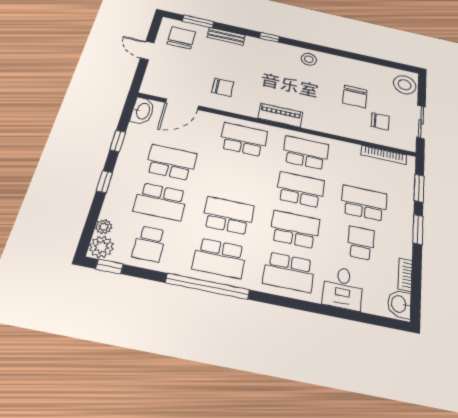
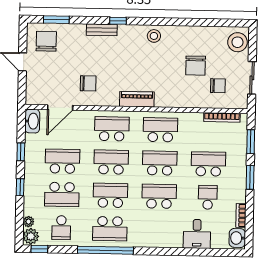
bench: (226, 36) -> (102, 30), moved
school desk: (289, 272) -> (111, 162), moved, turned 180

